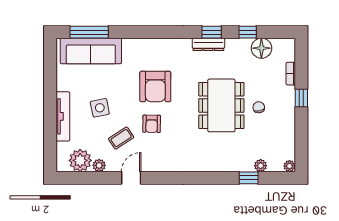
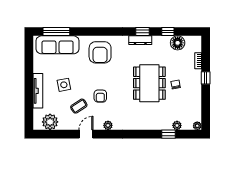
armchair: (155, 87) -> (100, 52), moved
plant: (99, 165) -> (108, 125), moved

